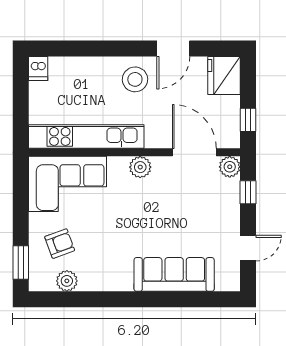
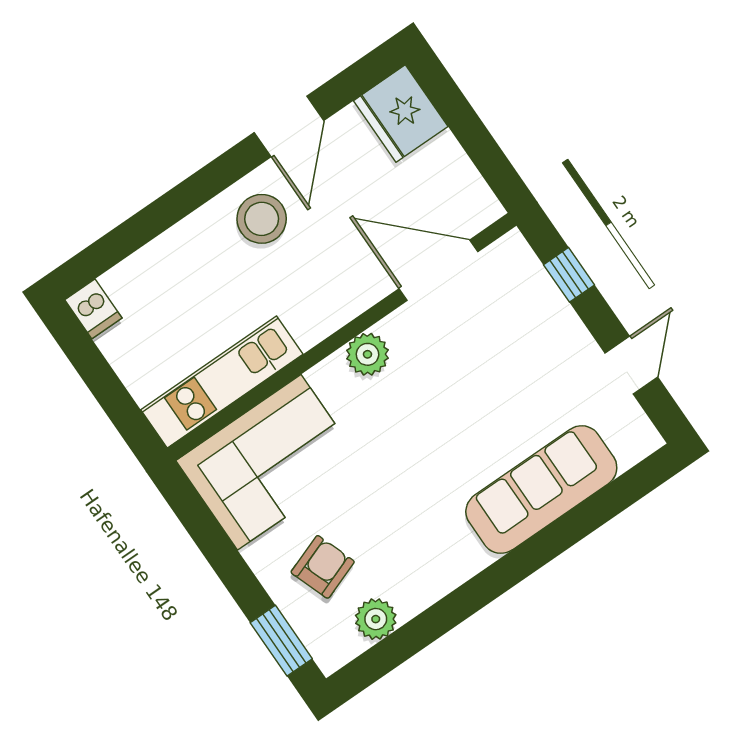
window: (248, 120) -> (489, 158), removed
kitchen unit: (86, 136) -> (222, 382), width x0.73
plant: (230, 167) -> (511, 254), removed

